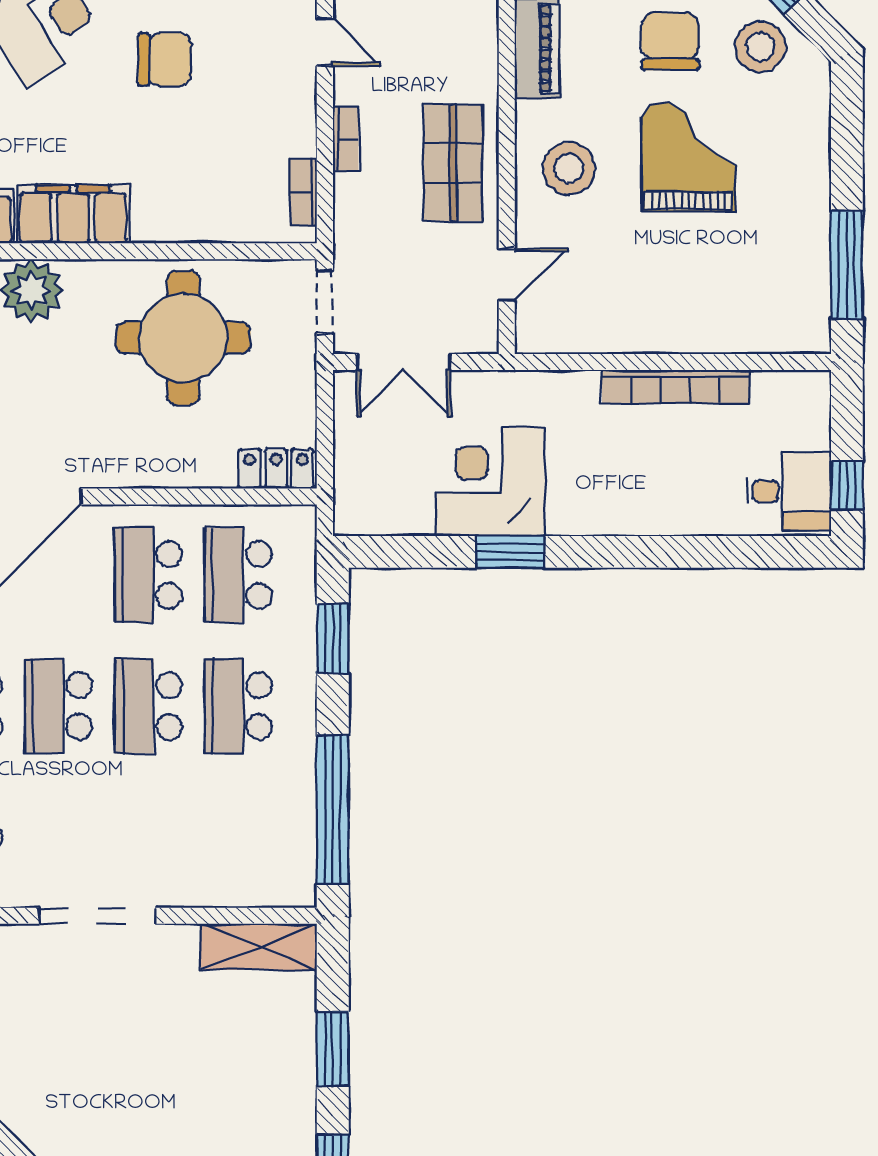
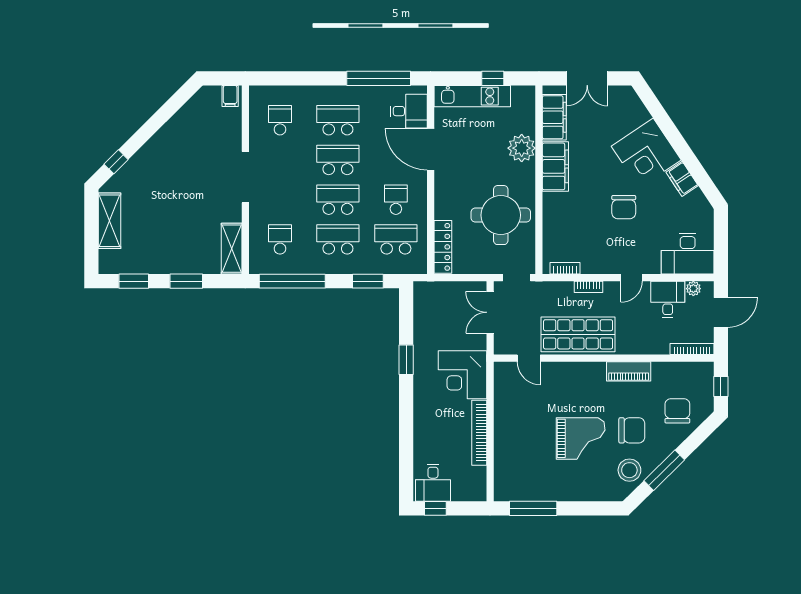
shop shelf: (453, 163) -> (578, 334), width x1.43, depth x1.36
stool: (569, 168) -> (576, 386), removed
locker: (276, 469) -> (443, 247), width x1.53
corner desk: (490, 482) -> (462, 375), moved, turned 180
school desk: (148, 575) -> (396, 200), width x0.54
school desk: (238, 837) -> (280, 239), added

